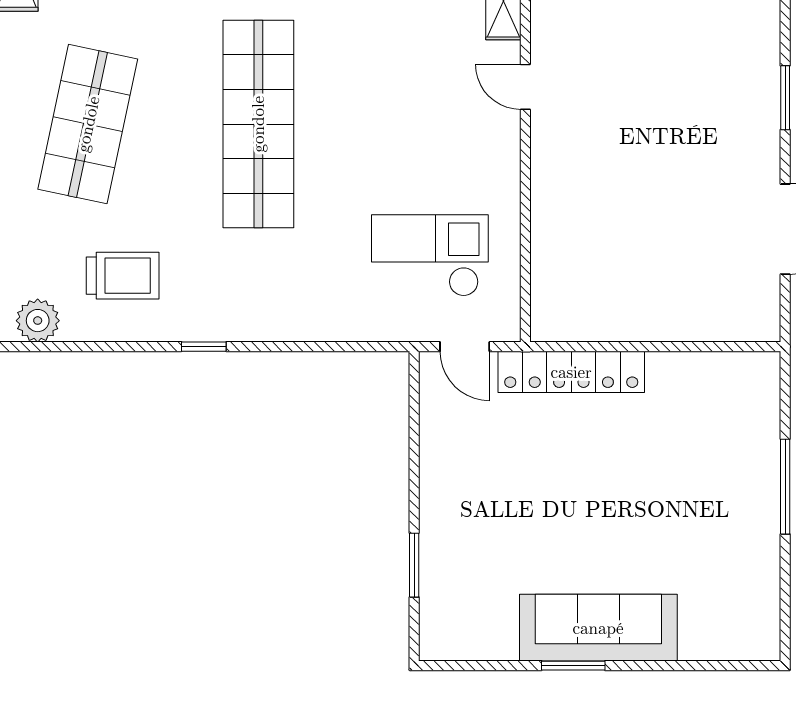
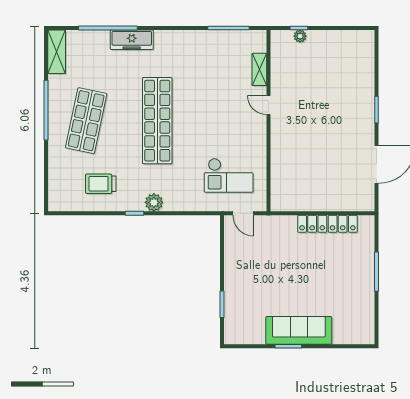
checkout: (430, 256) -> (229, 175), turned 180
trolley: (123, 276) -> (101, 184), turned 180
plant: (38, 321) -> (154, 202), moved
locker: (571, 372) -> (327, 224), moved

